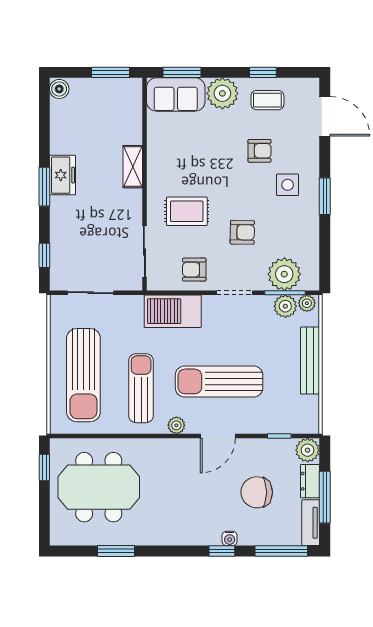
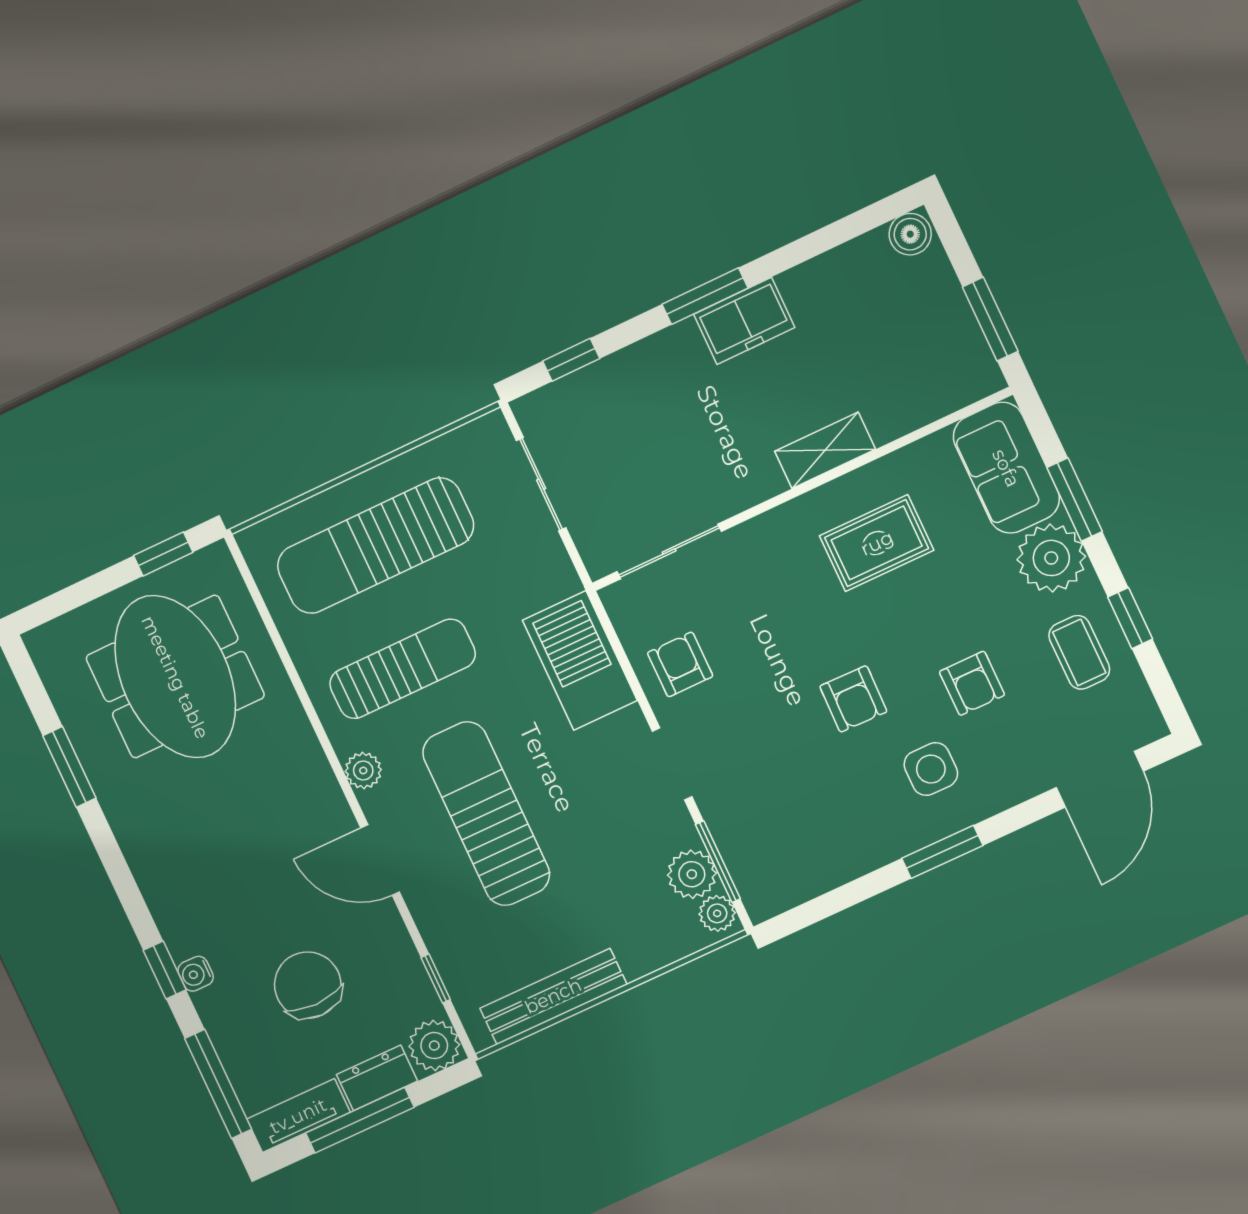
window: (182, 72) -> (1075, 500), moved
rug: (187, 211) -> (877, 543), moved, turned 90
armchair: (242, 232) -> (853, 699), moved
plant: (284, 274) -> (753, 843), removed
bench: (310, 361) -> (553, 996), moved

